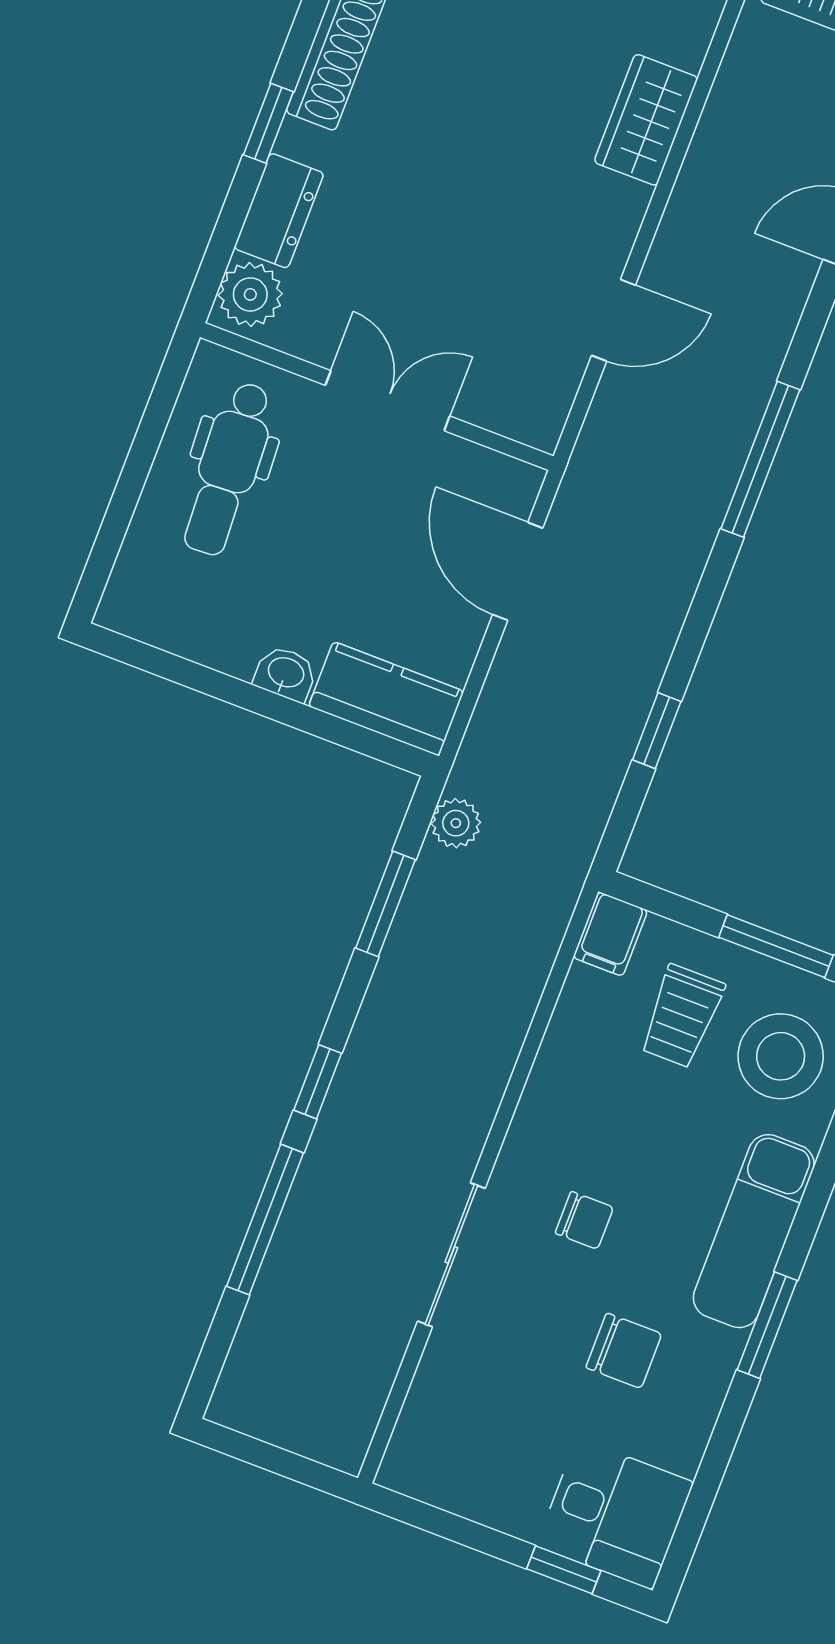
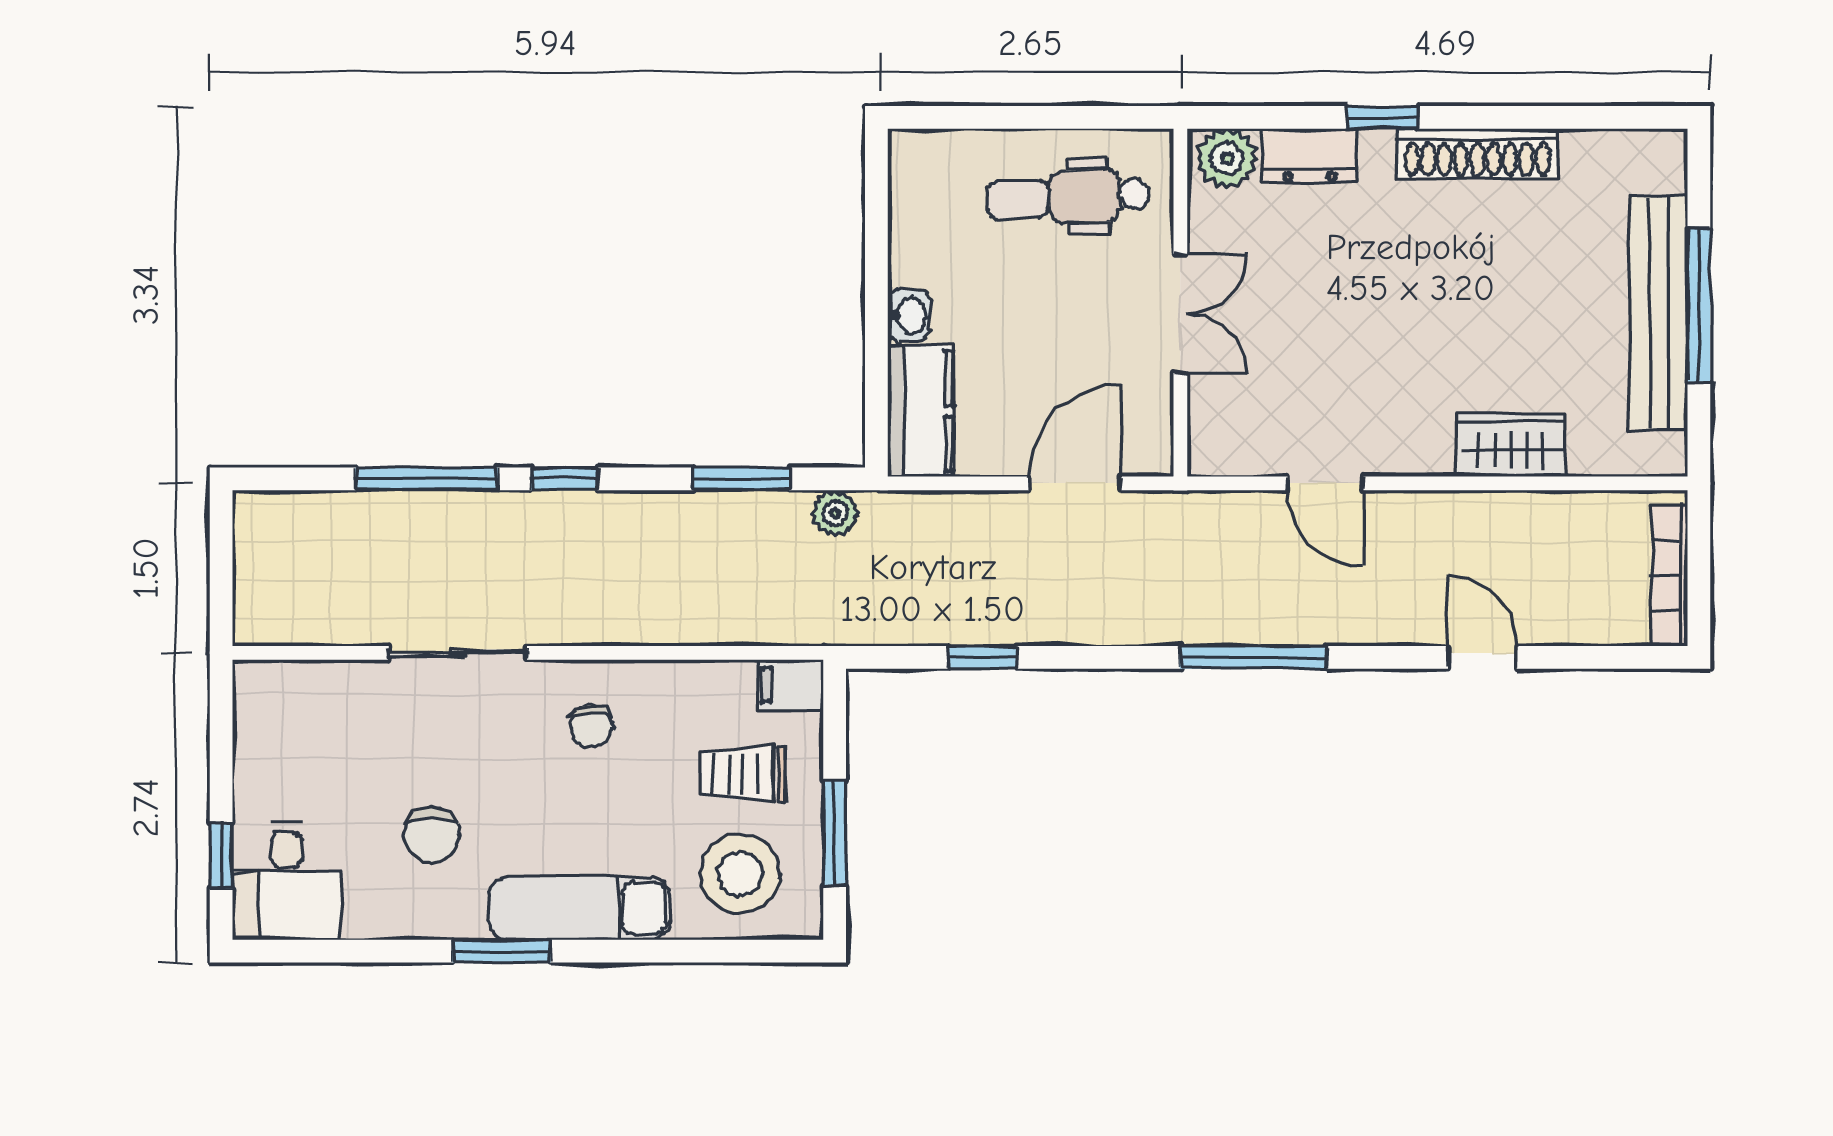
chair: (584, 1220) -> (591, 726), moved

